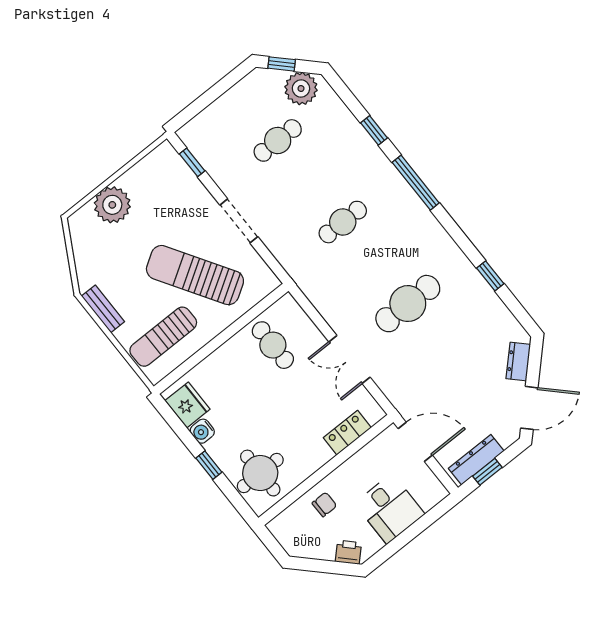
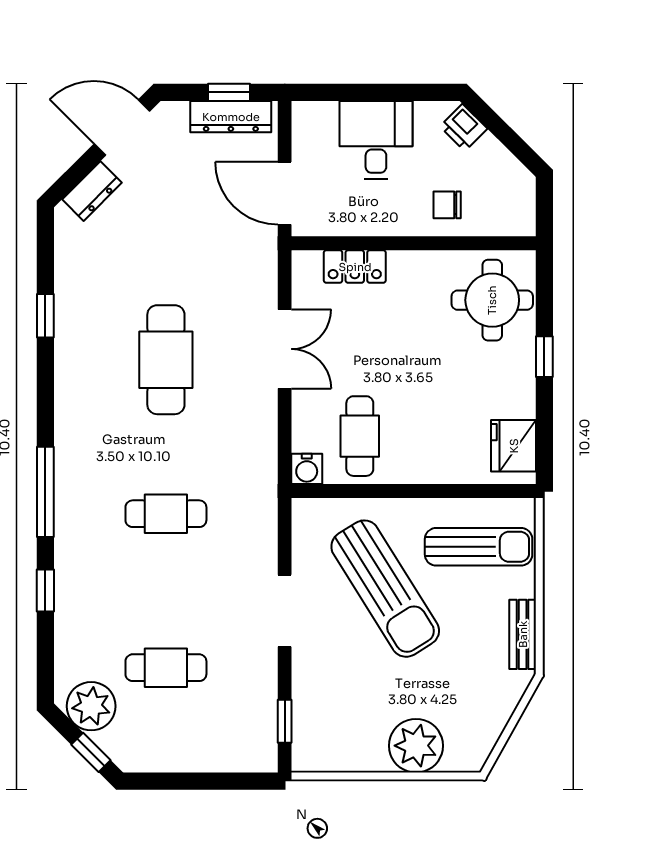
cafe table: (408, 304) -> (166, 360), turned 90
water cooler: (202, 431) -> (307, 469), moved, turned 90

